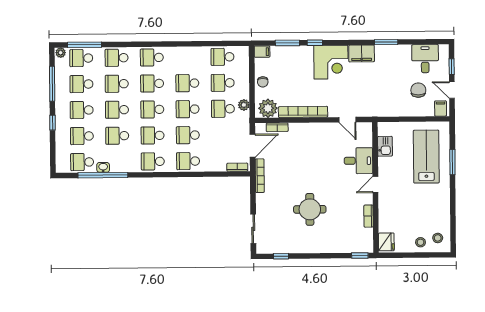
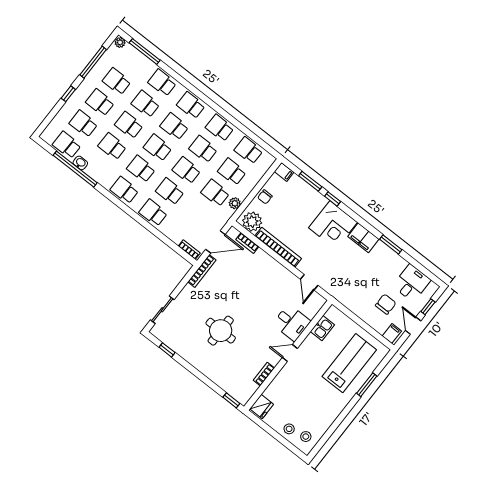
school desk: (81, 58) -> (220, 128), moved

